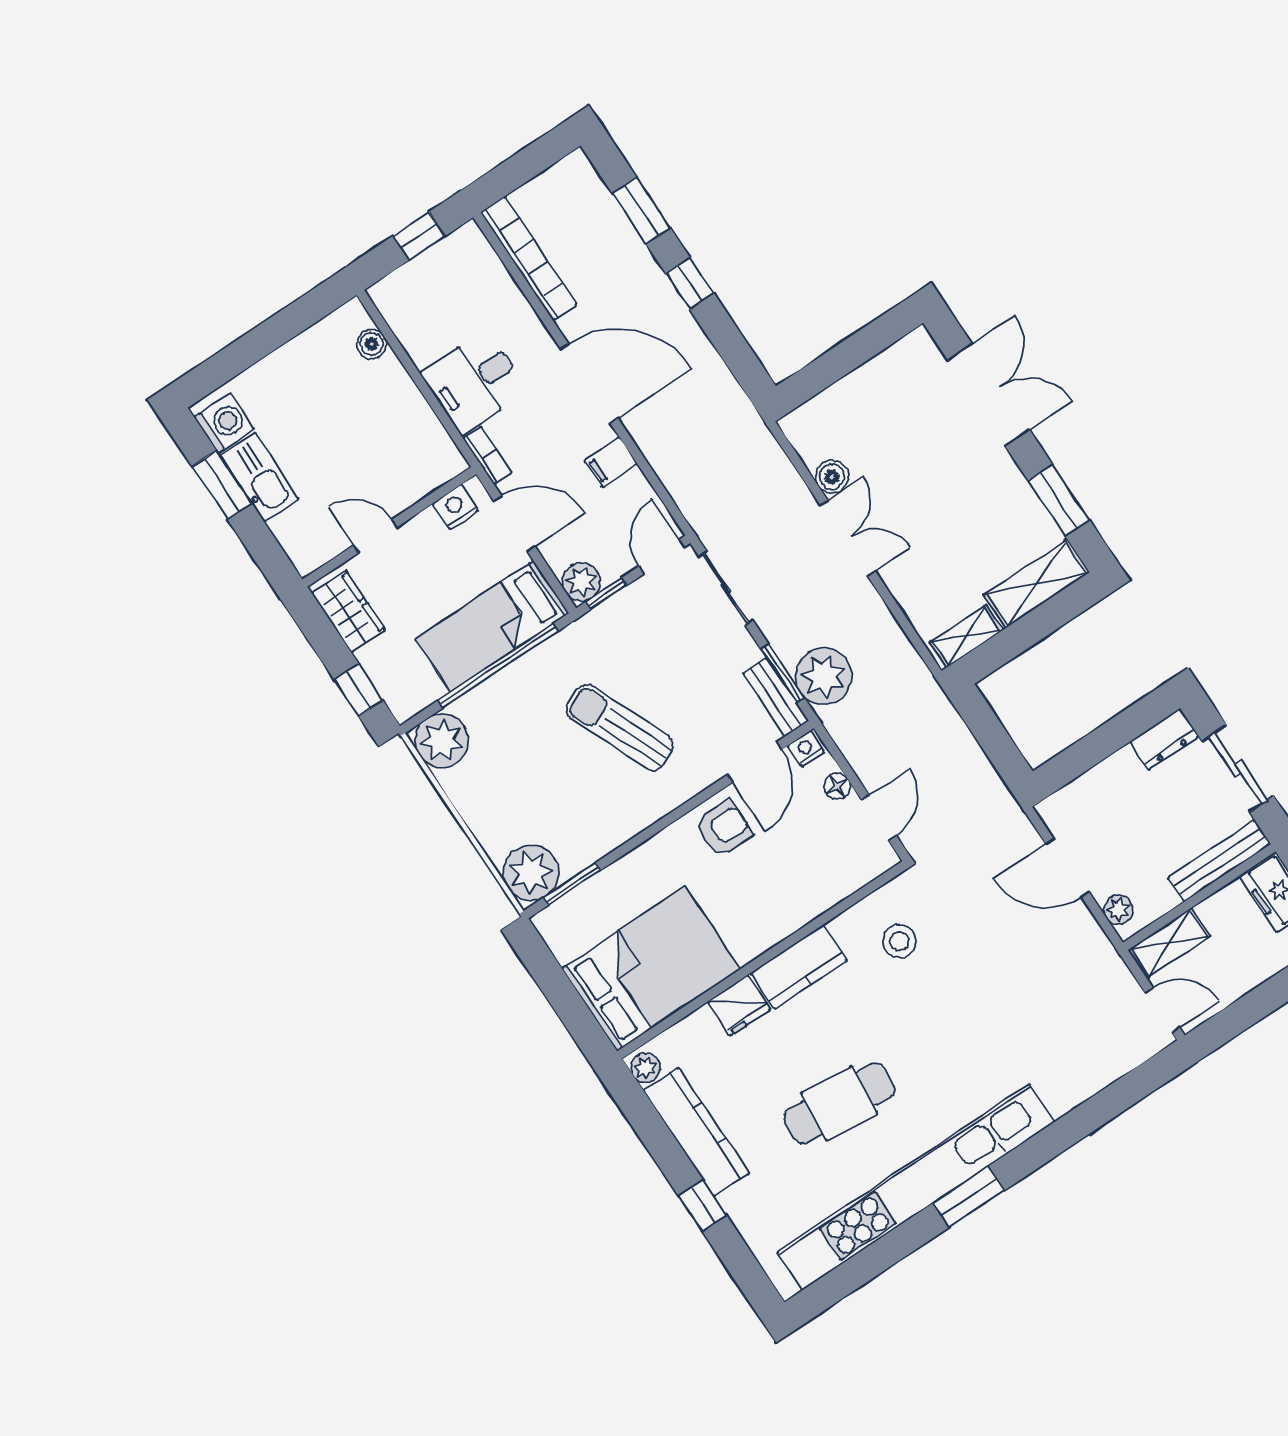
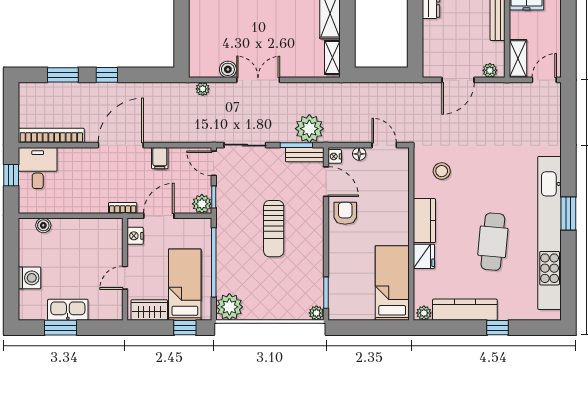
desk: (474, 382) -> (38, 168), moved, turned 180
washing machine: (224, 423) -> (30, 278), moved, turned 90
plant: (772, 457) -> (203, 89), added
bed: (492, 626) -> (185, 285), moved, turned 180
sun lounger: (620, 727) -> (274, 229), turned -67
plant: (531, 873) -> (316, 313), width x0.53, depth x0.53
bed: (651, 969) -> (392, 283), width x0.67

